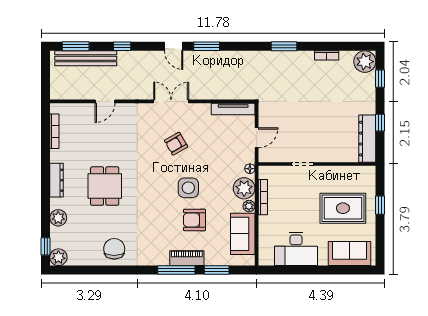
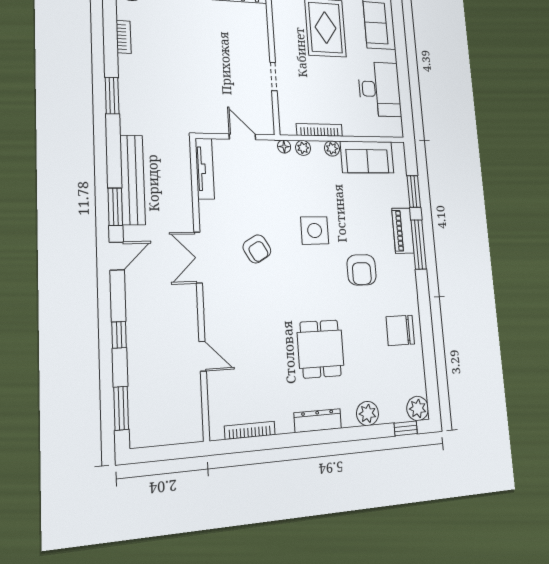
bench: (86, 58) -> (132, 180), moved
dining table: (105, 186) -> (321, 349), turned 90
plant: (244, 188) -> (303, 148), width x0.53, depth x0.53
armchair: (194, 220) -> (362, 270), moved

